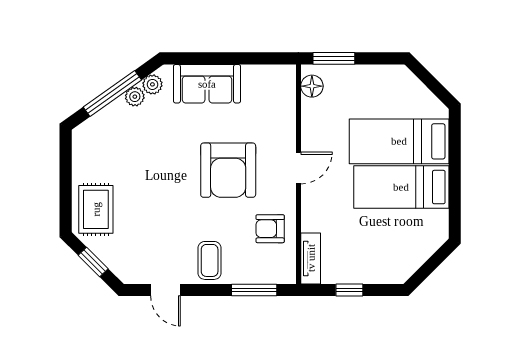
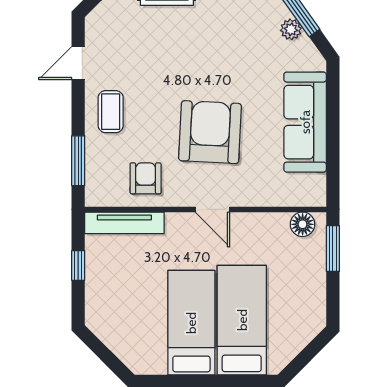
plant: (152, 84) -> (304, 49), removed
sofa: (207, 84) -> (305, 122), width x1.36
armchair: (228, 170) -> (210, 132), turned 93
tv unit: (311, 258) -> (124, 223), width x1.41
coffee table: (210, 260) -> (111, 112), turned 90

